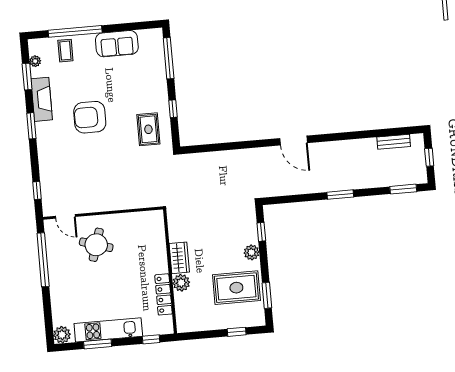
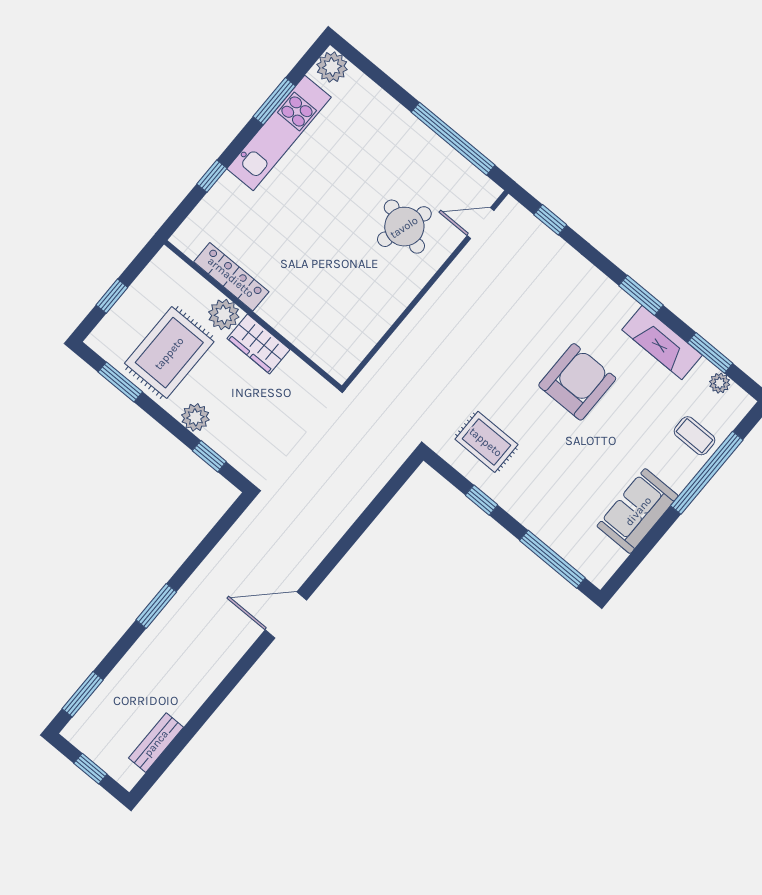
wardrobe: (179, 258) -> (259, 344), moved
wall: (170, 271) -> (253, 315), moved
plant: (181, 283) -> (224, 315), moved
locker: (164, 294) -> (231, 277), moved

